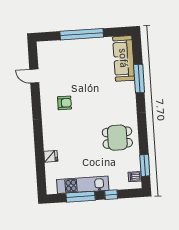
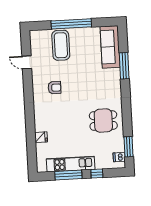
coffee table: (71, 57) -> (61, 45), added

